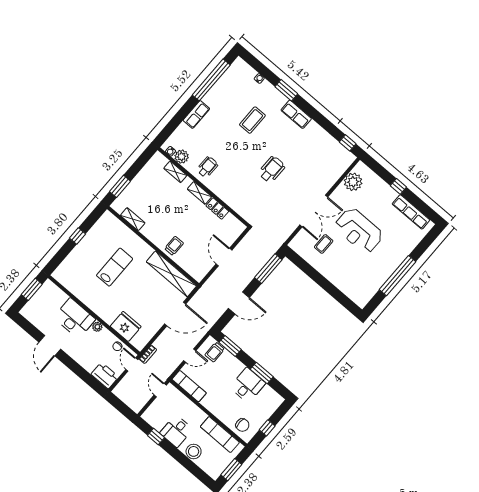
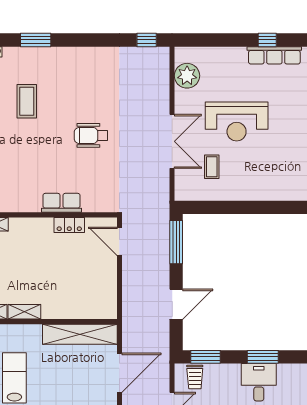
row of seats: (296, 114) -> (62, 203), moved, turned 180
wheelchair: (207, 167) -> (22, 191), removed
wheelchair: (272, 169) -> (91, 135), turned -90
window: (398, 186) -> (267, 40), moved
shelving: (199, 193) -> (24, 312), moved
trolley: (174, 246) -> (57, 303), removed
door: (224, 257) -> (119, 241), moved

